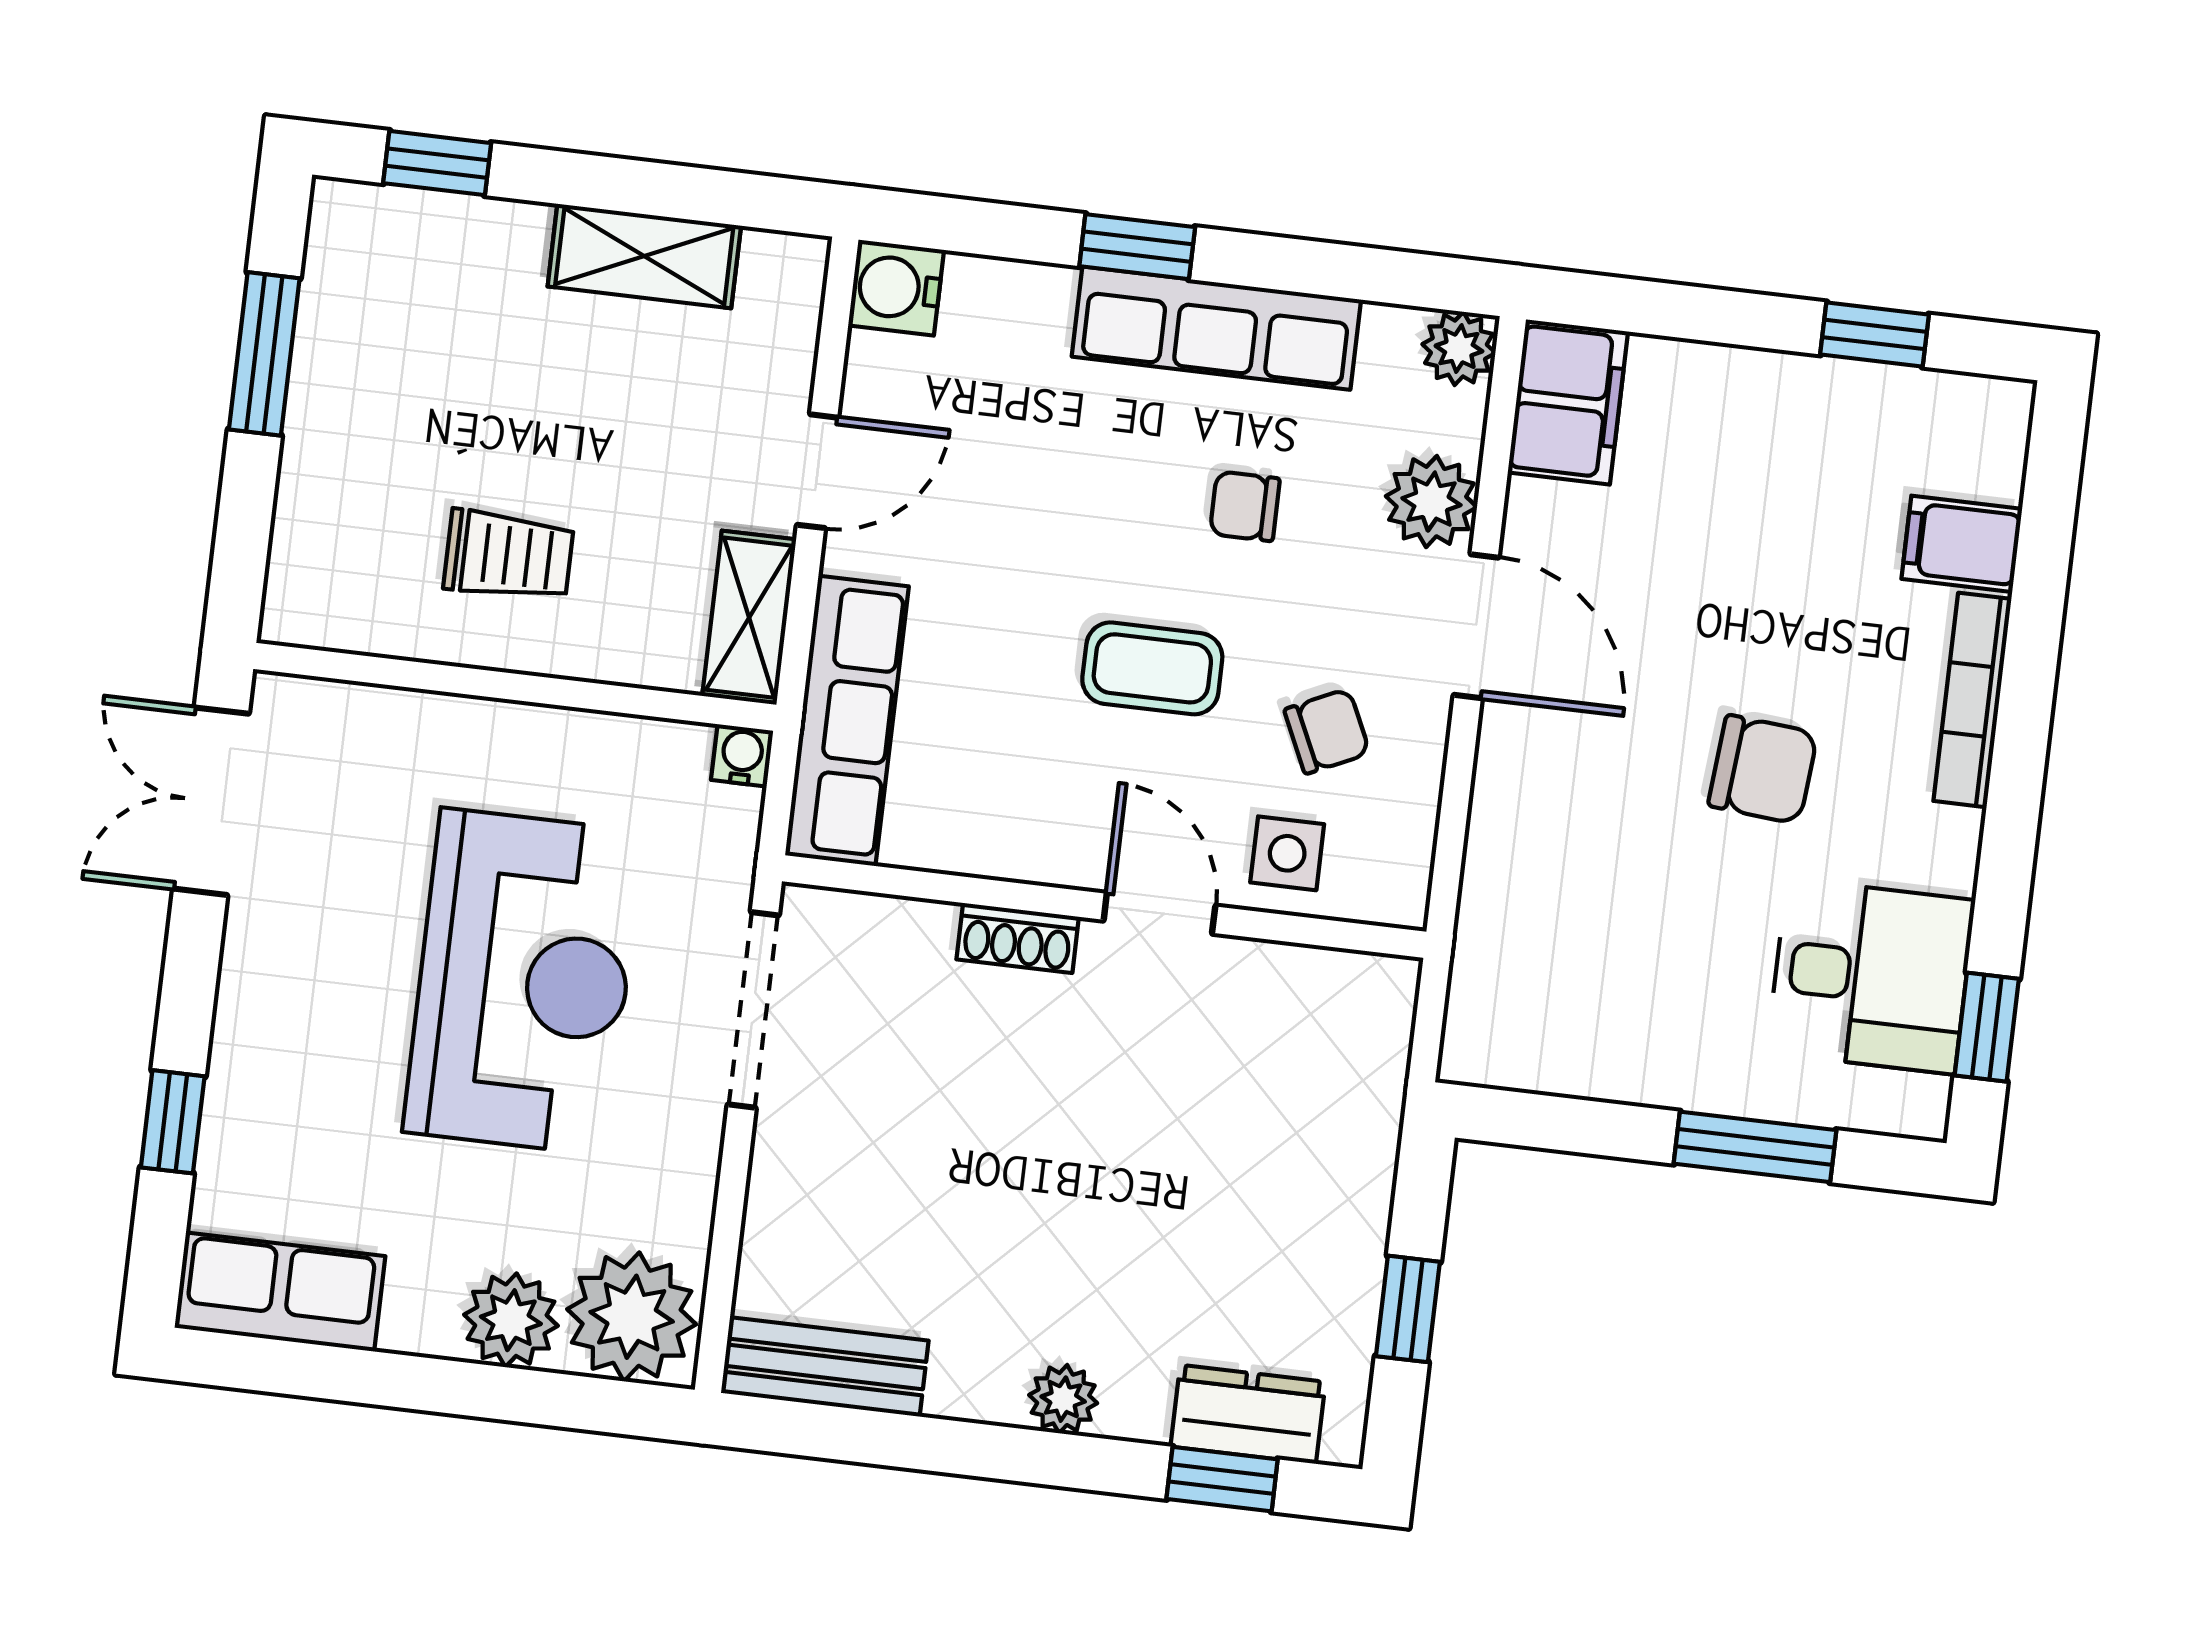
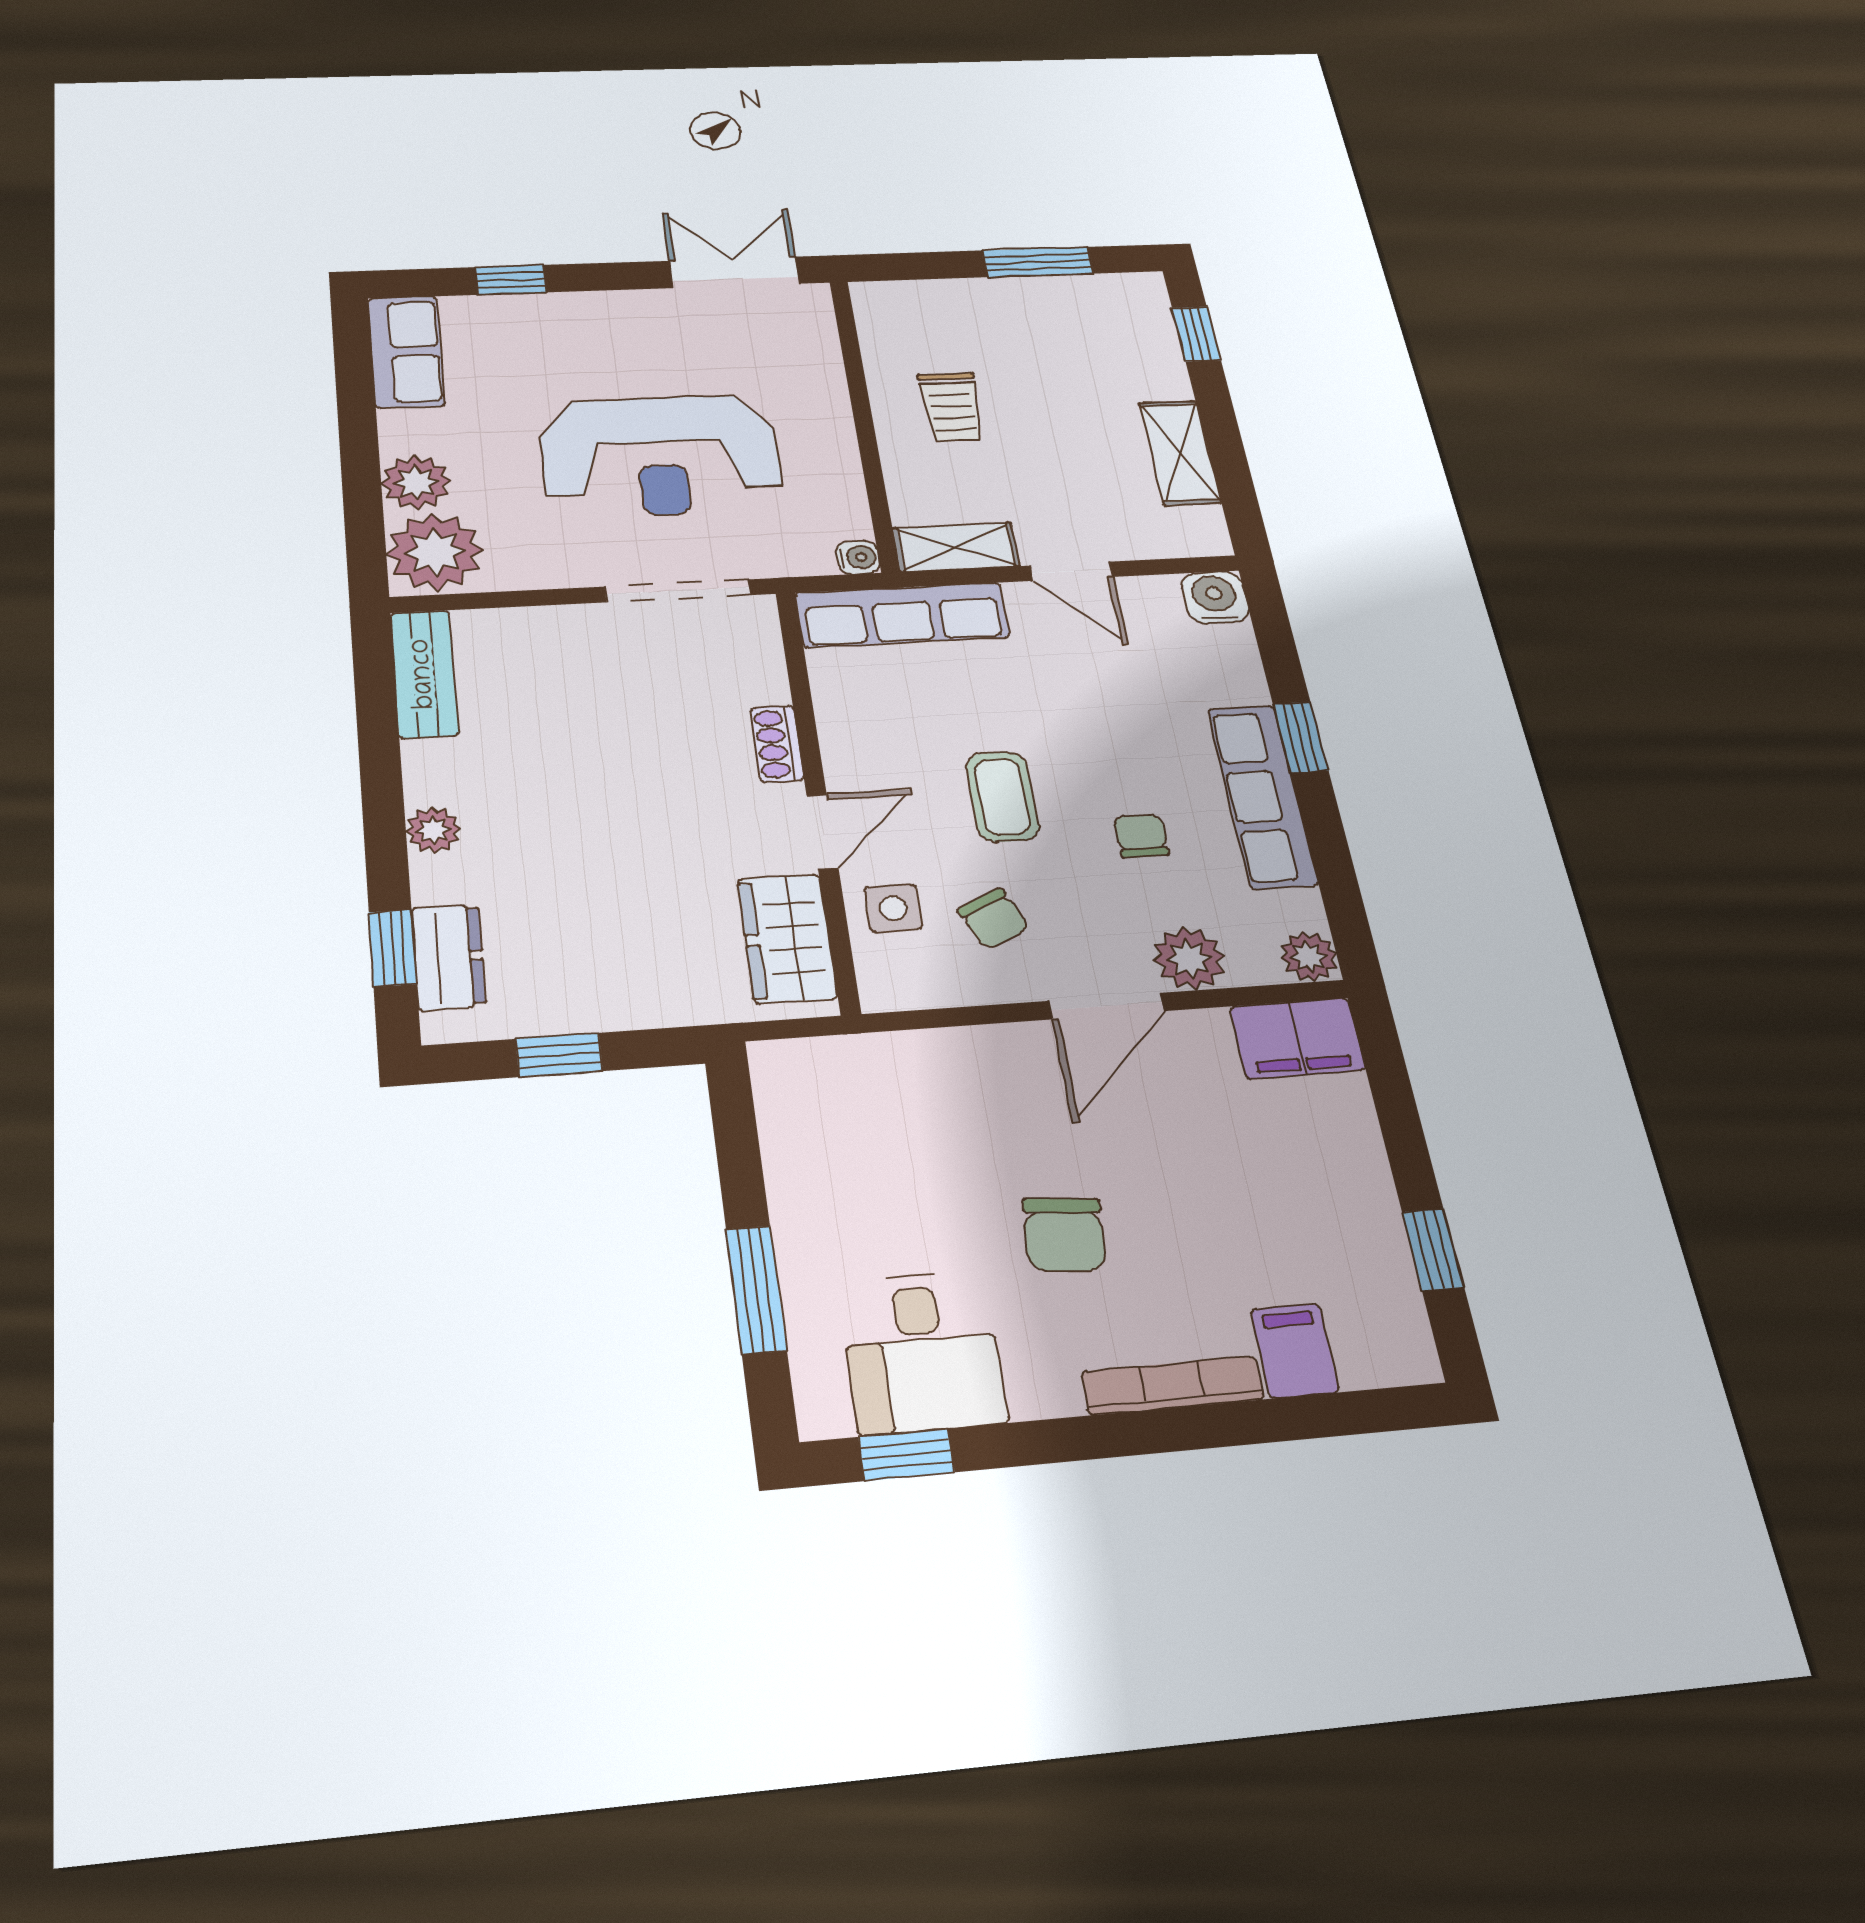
wardrobe: (1304, 996) -> (787, 938), added

